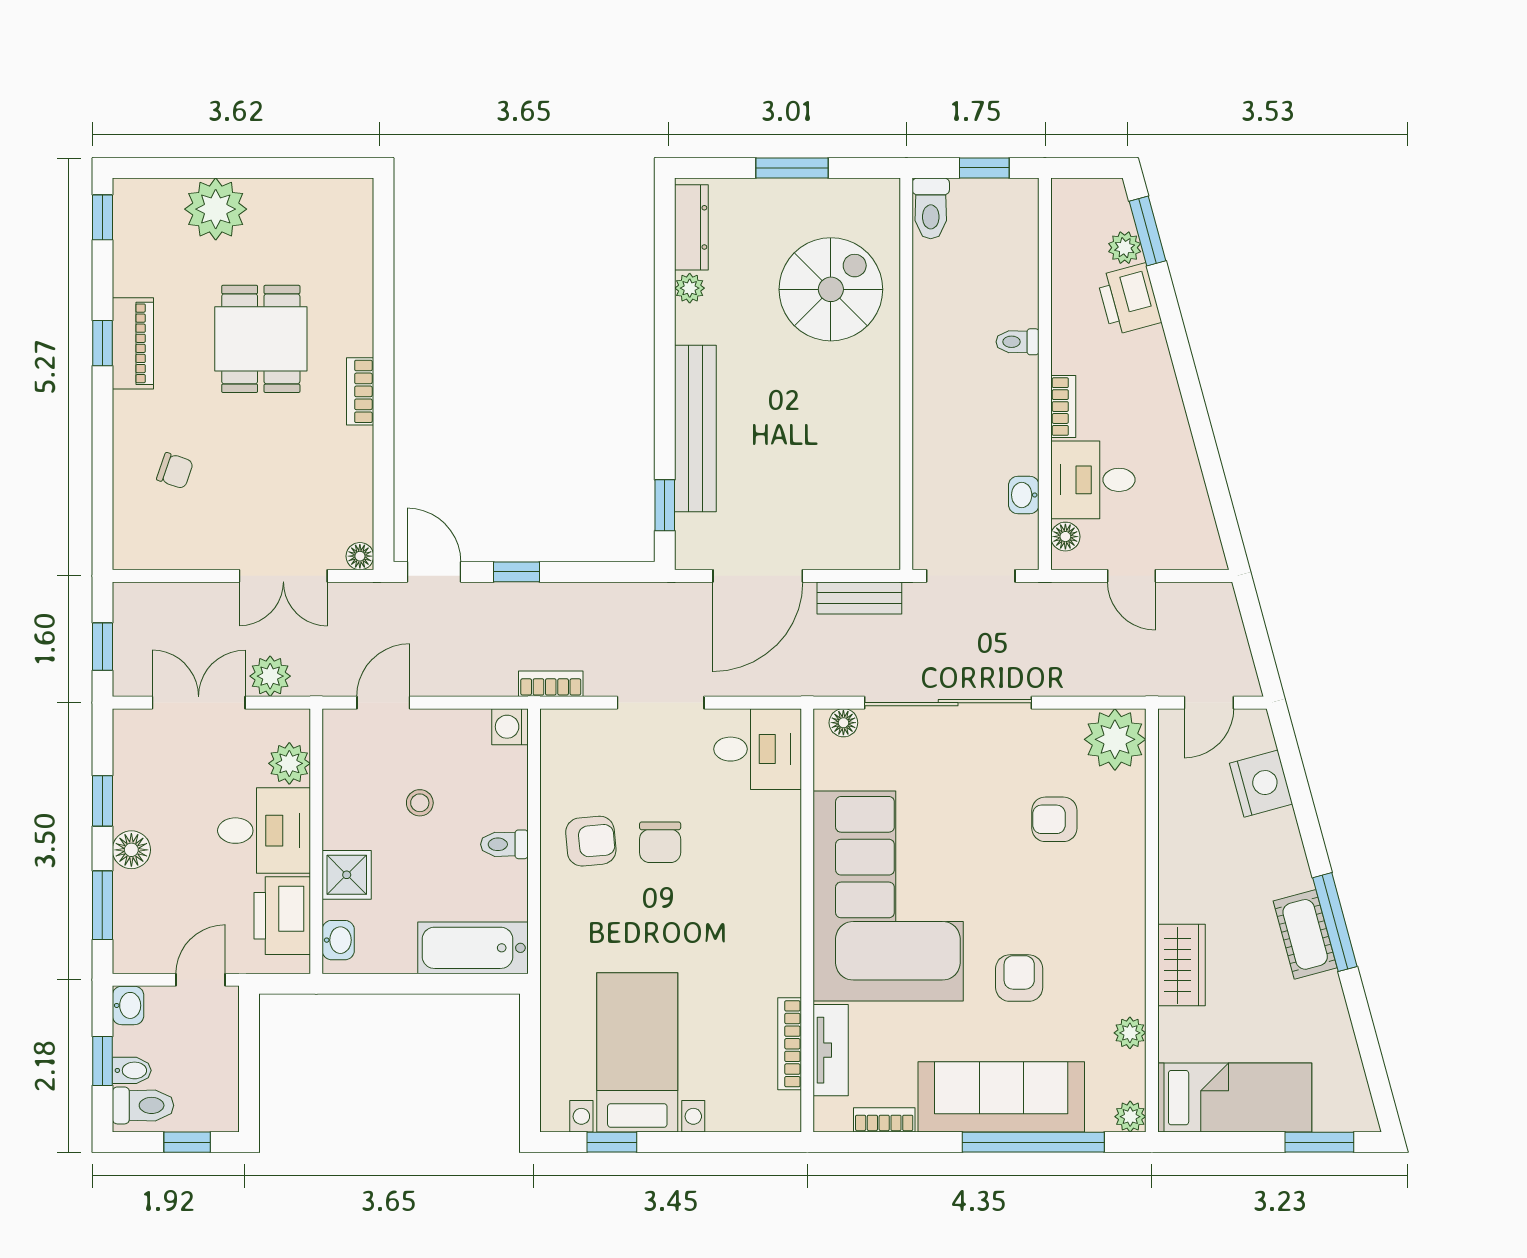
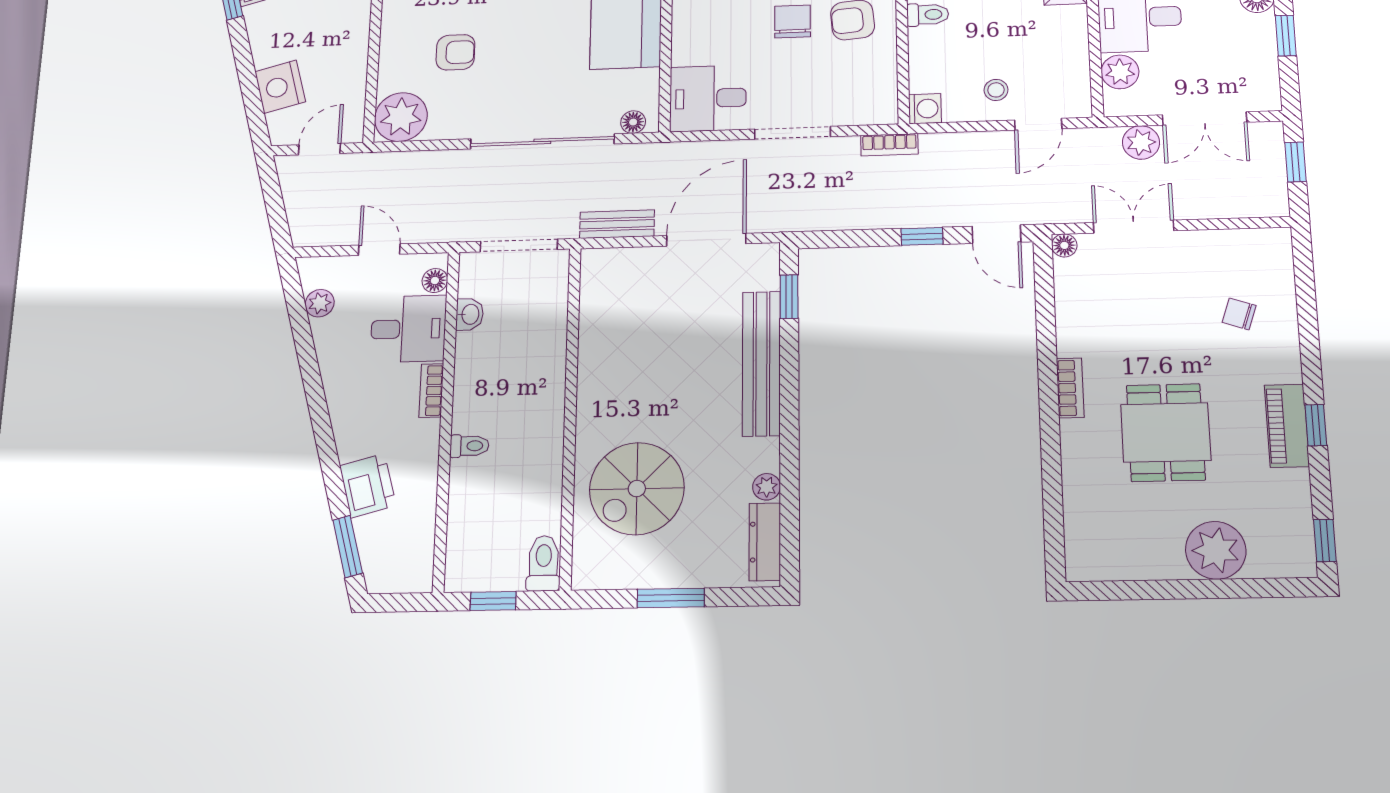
plant: (1125, 248) -> (320, 303), moved
stool: (420, 803) -> (996, 90), moved

